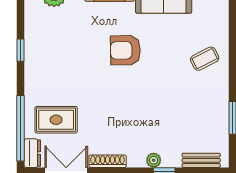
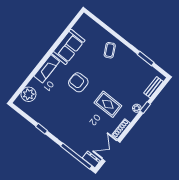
armchair: (125, 50) -> (78, 82), turned 91
rug: (56, 120) -> (108, 104), moved, turned 90

